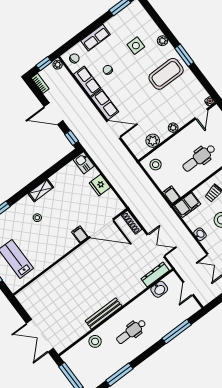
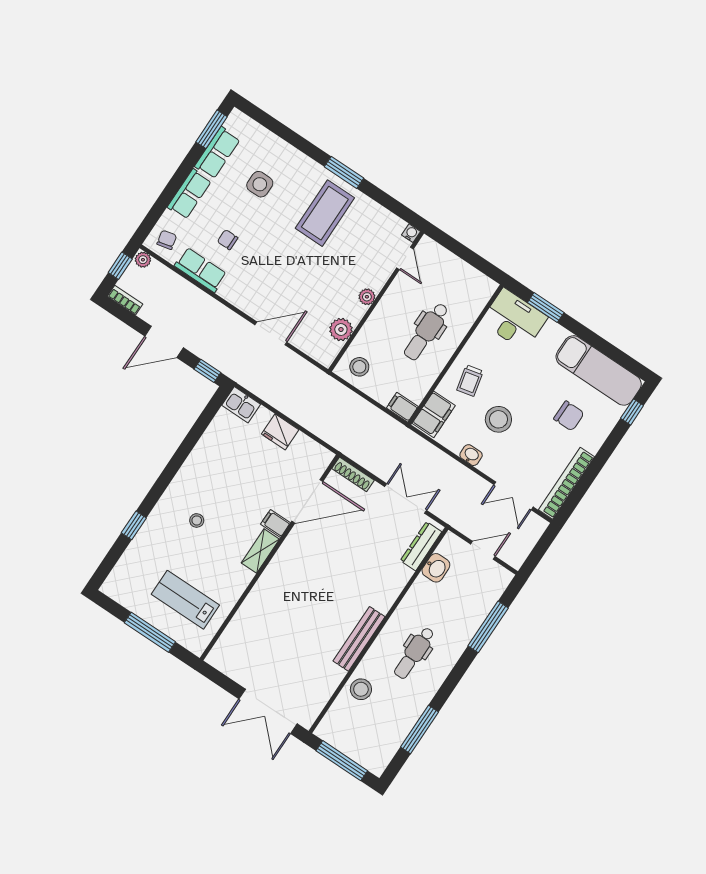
plant: (162, 41) -> (300, 161), removed
row of seats: (105, 105) -> (217, 153), moved, turned 90
shelving: (41, 190) -> (260, 551), moved
door: (188, 289) -> (483, 550), swing flipped

